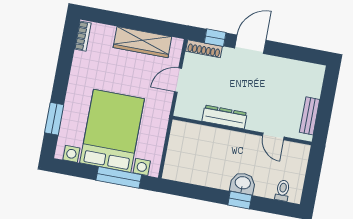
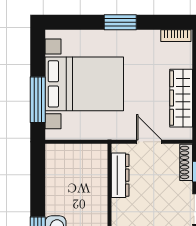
dresser: (225, 117) -> (120, 175), moved
window: (54, 119) -> (120, 22), moved

